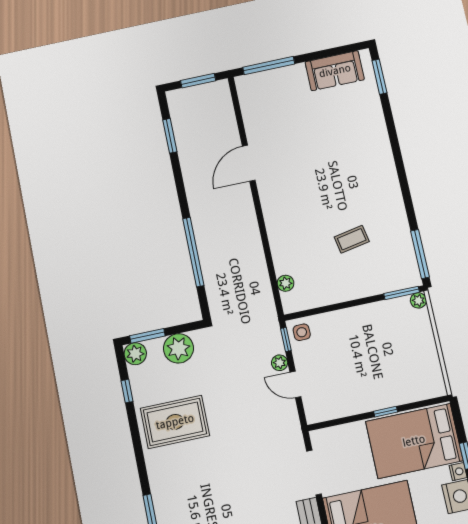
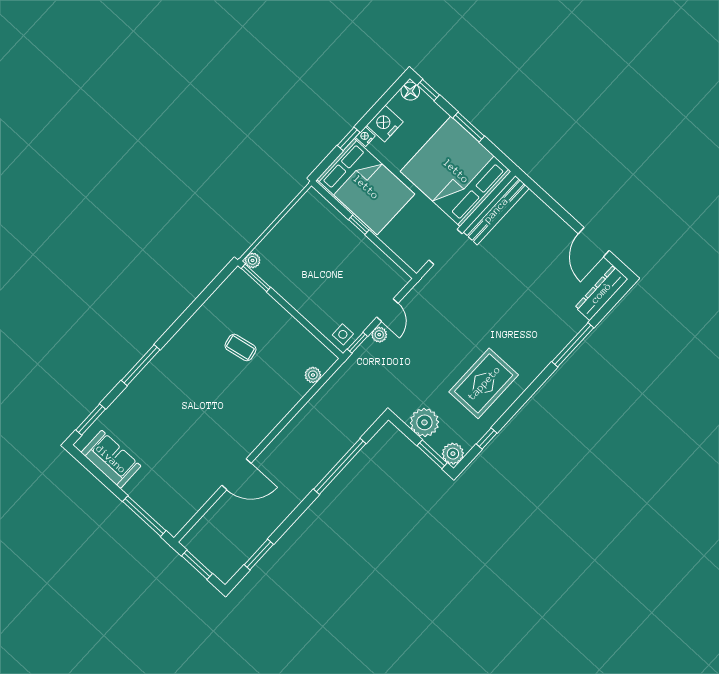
window: (420, 254) -> (141, 365), moved
rug: (175, 422) -> (484, 383), turned 90

